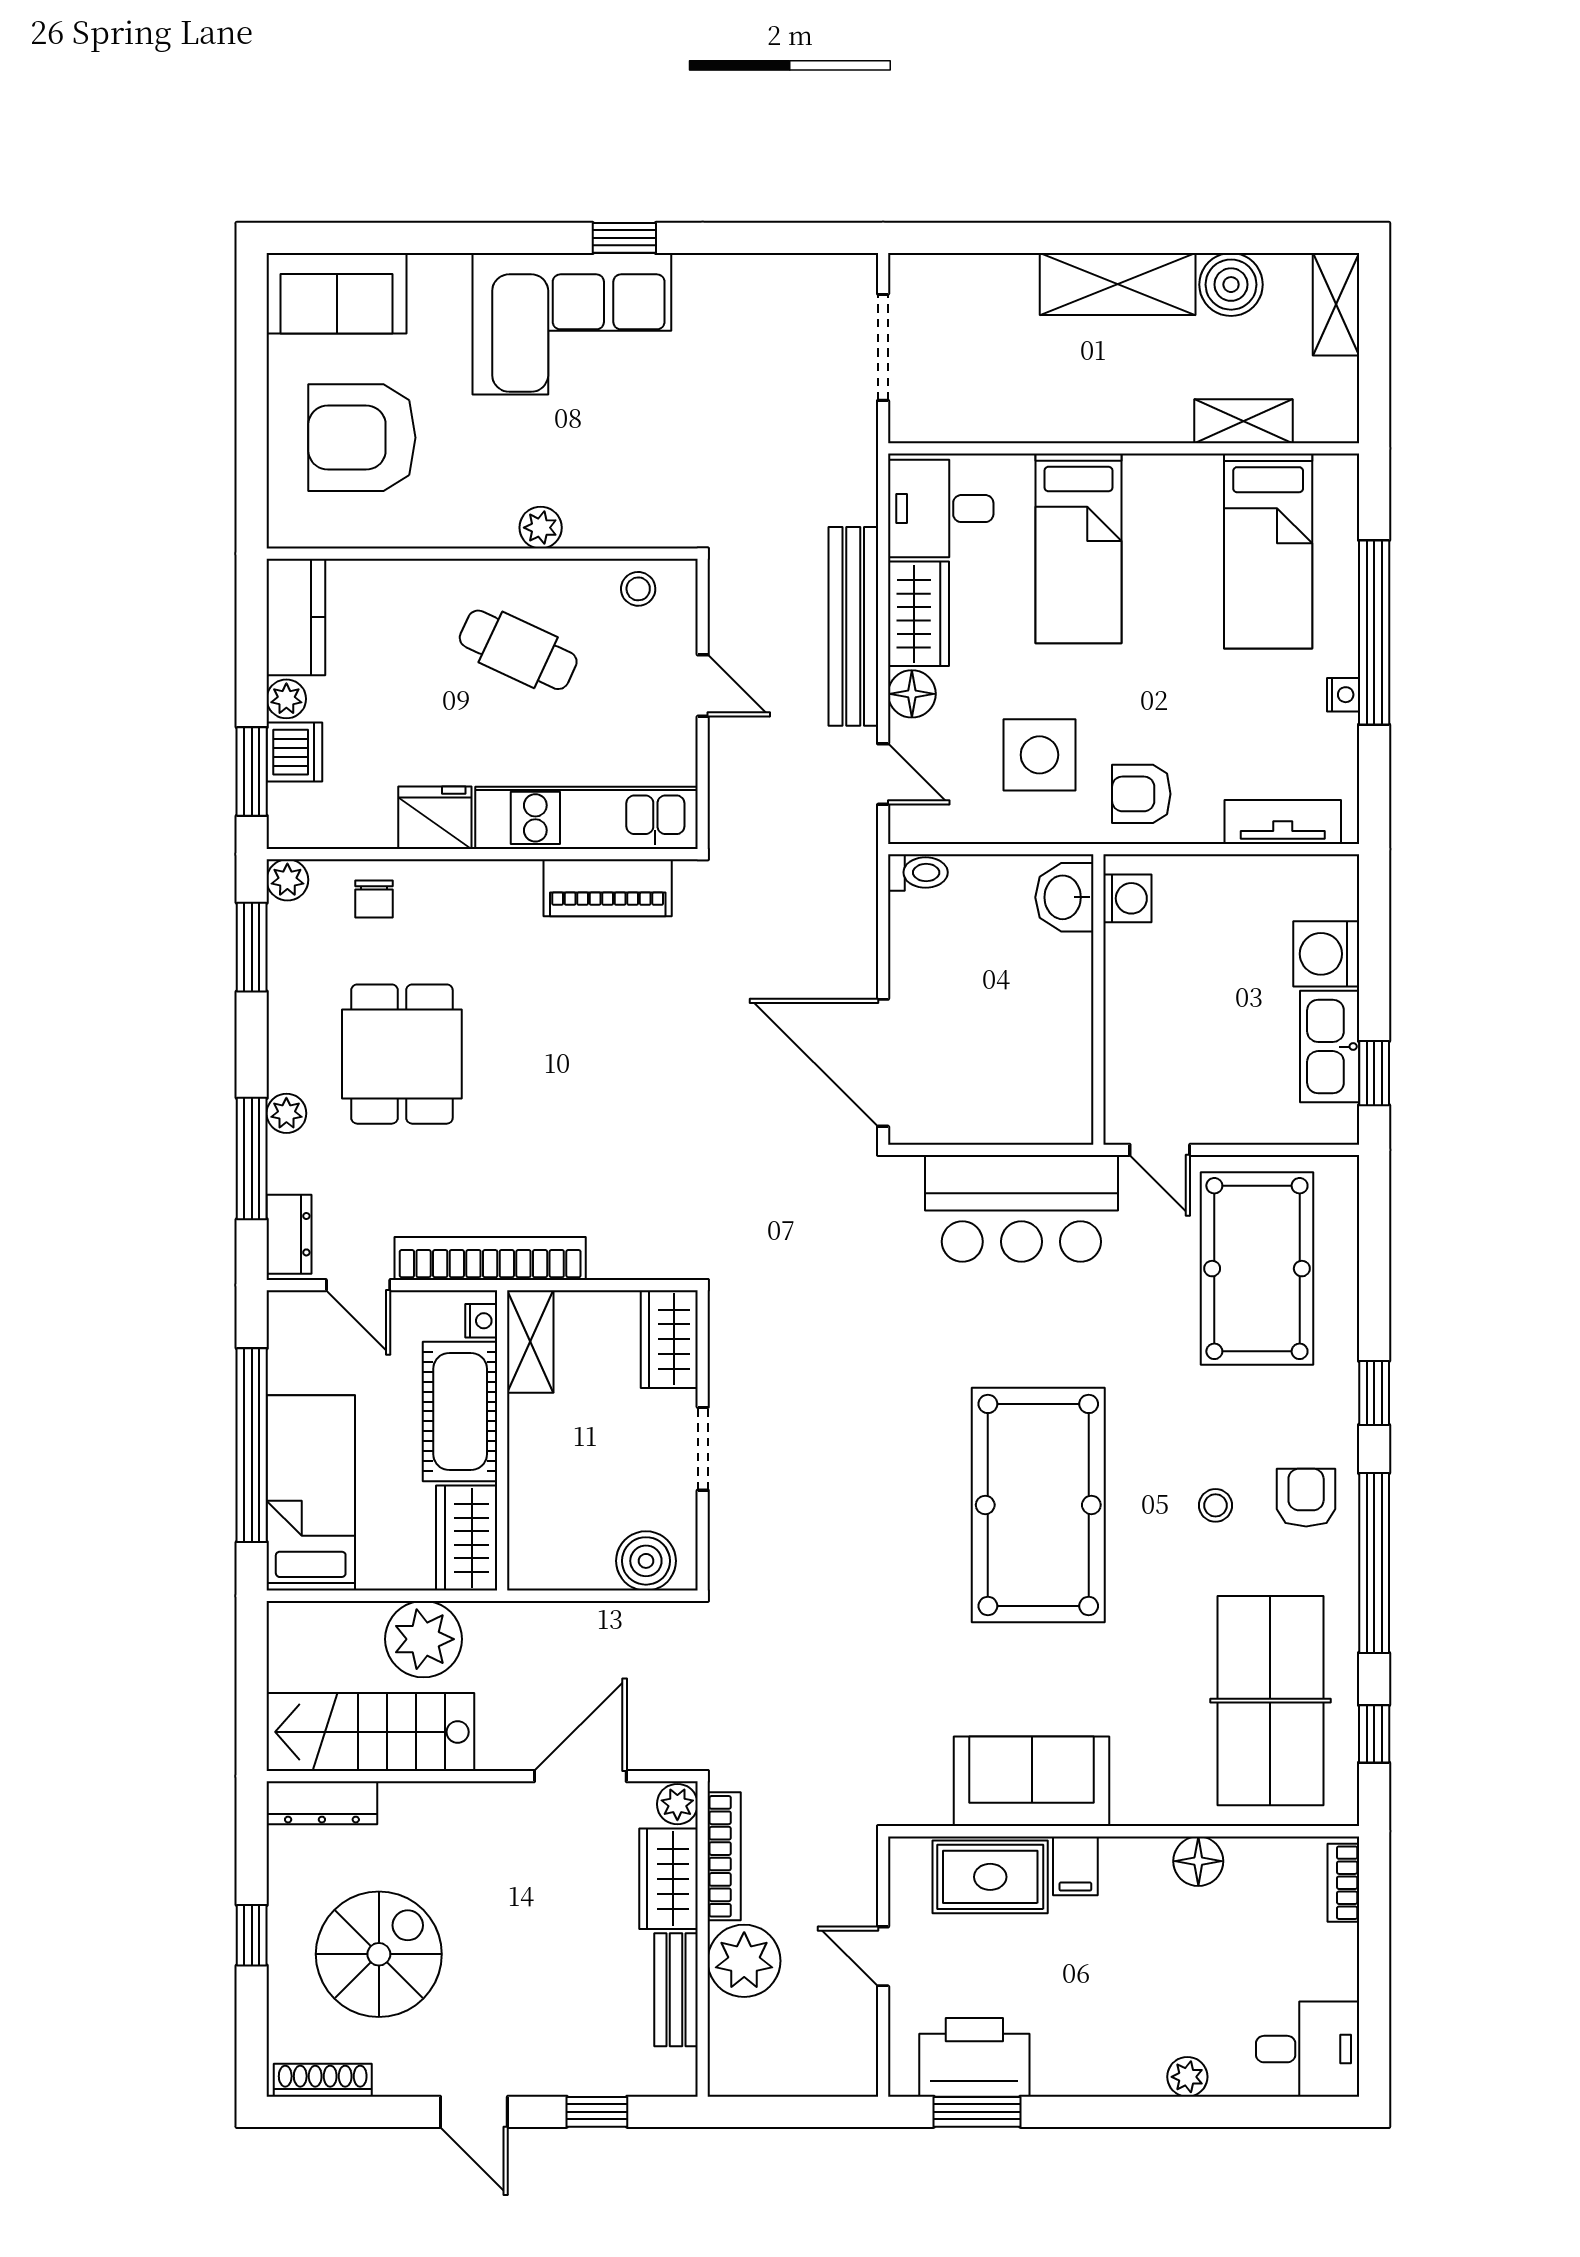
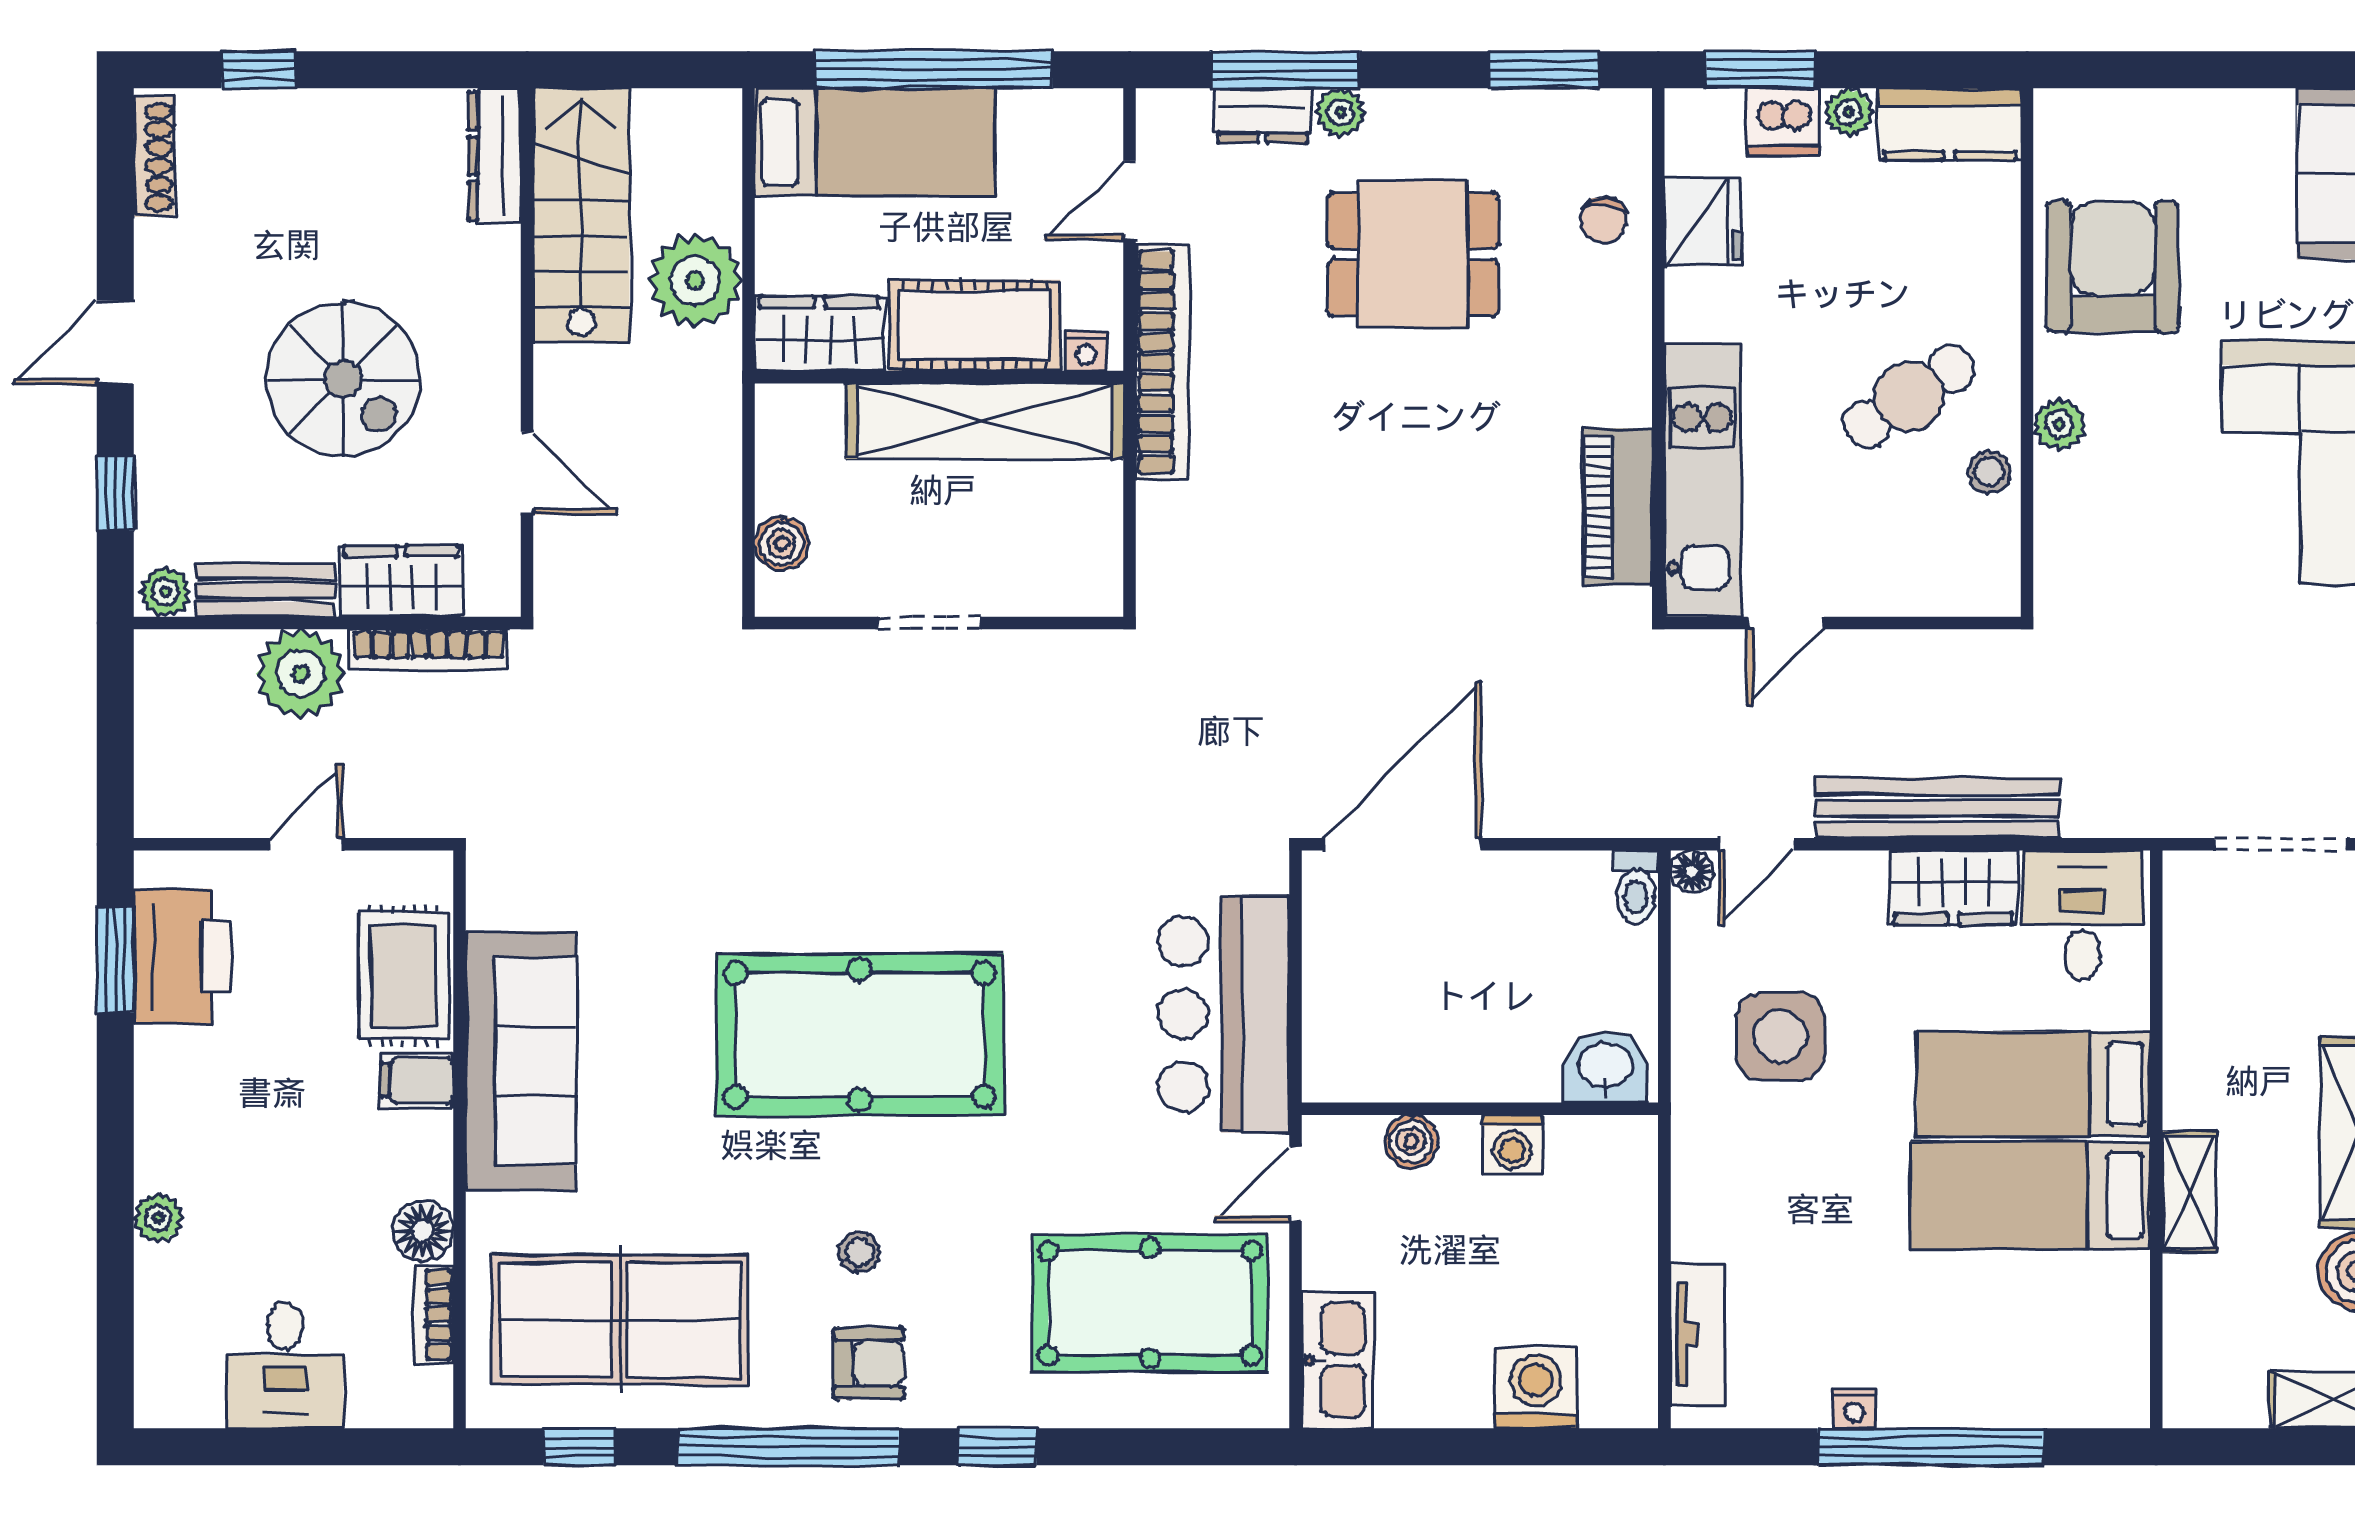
shelving: (1243, 421) -> (2189, 1192), moved
armchair: (362, 438) -> (2113, 267), moved
bed: (1268, 551) -> (2030, 1195), moved
stool: (638, 589) -> (1989, 472), moved
cafe table: (518, 650) -> (1909, 397), turned 32
door: (703, 686) -> (1786, 623), moved
floor lamp: (912, 694) -> (1692, 872), moved, width x0.73, depth x0.73
armchair: (1141, 794) -> (1732, 1161), removed
fridge: (435, 818) -> (1703, 222), moved
plant: (287, 880) -> (1627, 114), removed
washing machine: (1127, 898) -> (1512, 1144), moved
chair: (374, 899) -> (1603, 220), turned -82
kitchen sink: (1330, 1047) -> (1338, 1360), moved, turned 90
boiler: (1125, 1055) -> (1411, 1141), added
window: (1374, 1073) -> (1390, 1447), removed
dresser: (289, 1234) -> (1263, 116), moved
wardrobe: (669, 1339) -> (1063, 582), removed
shelving: (530, 1342) -> (985, 421), width x2.20, depth x1.33
boiler: (646, 1561) -> (781, 544), width x0.73, depth x0.73
door: (580, 1776) -> (527, 473), width x0.73
sofa: (1032, 1781) -> (521, 1061), width x1.36
plant: (677, 1804) -> (166, 592), moved
bookcase: (1343, 1883) -> (434, 1315), moved, turned -90
window: (252, 1935) -> (259, 70), moved
spiral stairs: (379, 1954) -> (343, 379), moved
desk: (1308, 2049) -> (285, 1365), moved

